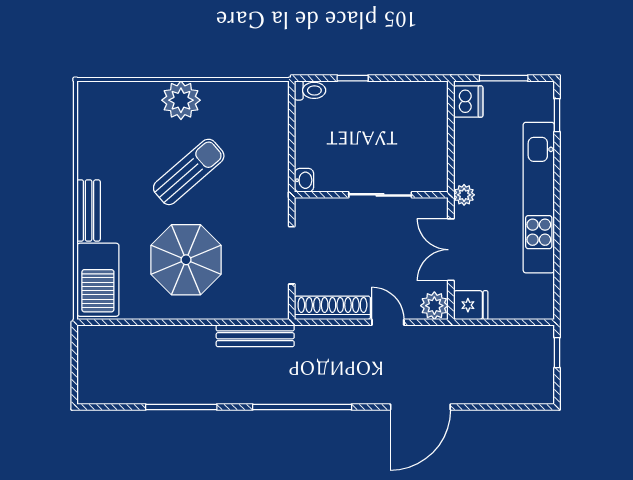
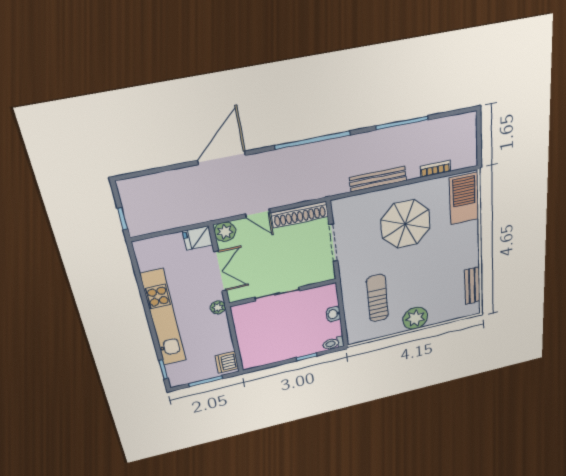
sun lounger: (189, 172) -> (378, 298), moved, turned 131
washbasin: (304, 180) -> (334, 314), moved
bench: (89, 210) -> (472, 286), moved
bookcase: (138, 333) -> (435, 169), added
bench: (255, 336) -> (378, 179), moved

